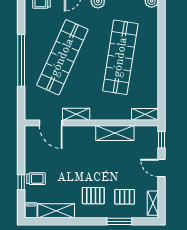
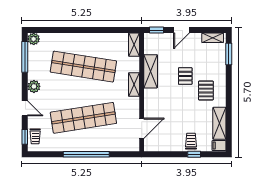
shop shelf: (62, 57) -> (83, 118), turned -33
shelving: (76, 114) -> (134, 85), moved
pallet: (125, 197) -> (185, 76), moved
window: (119, 221) -> (229, 54), moved

